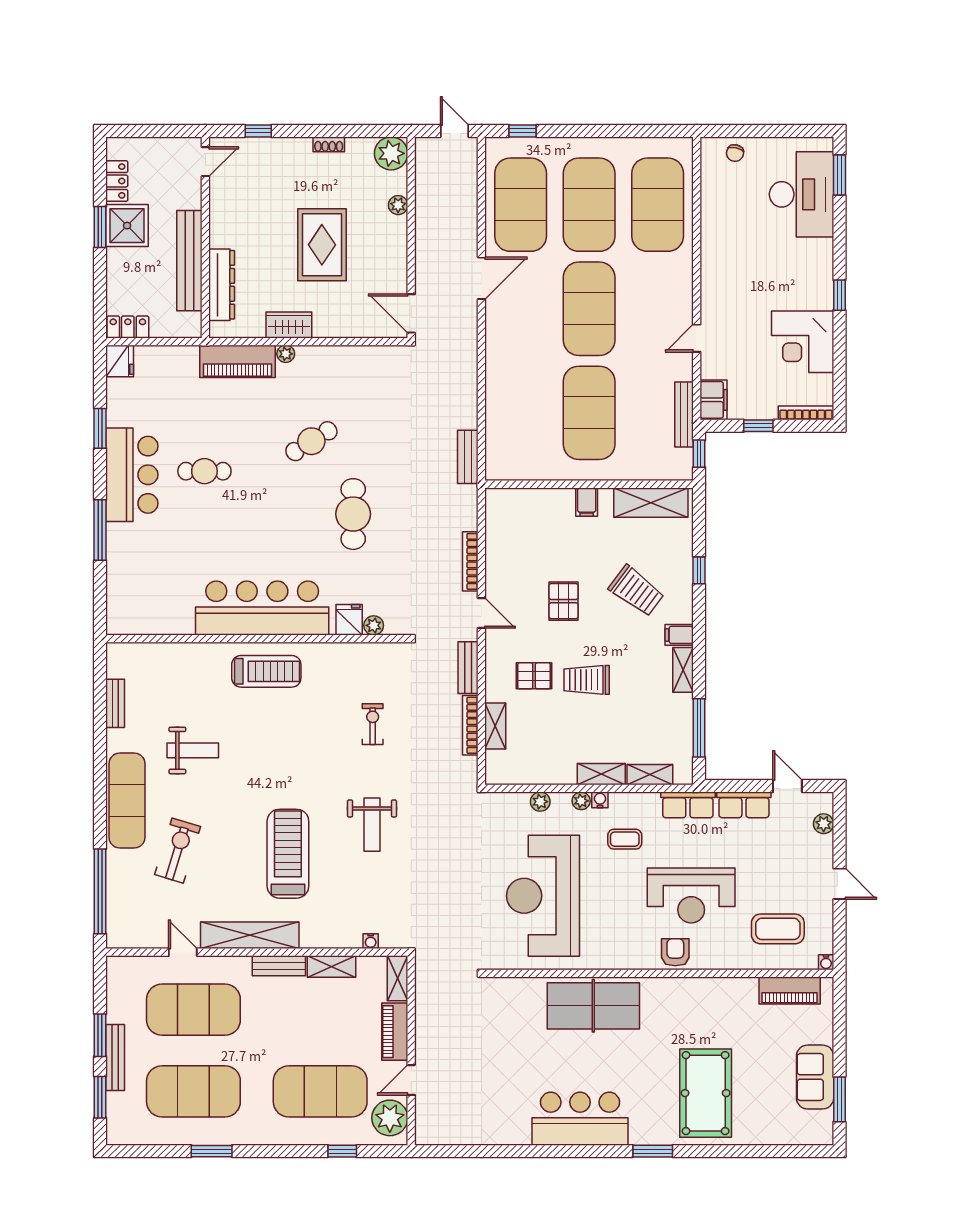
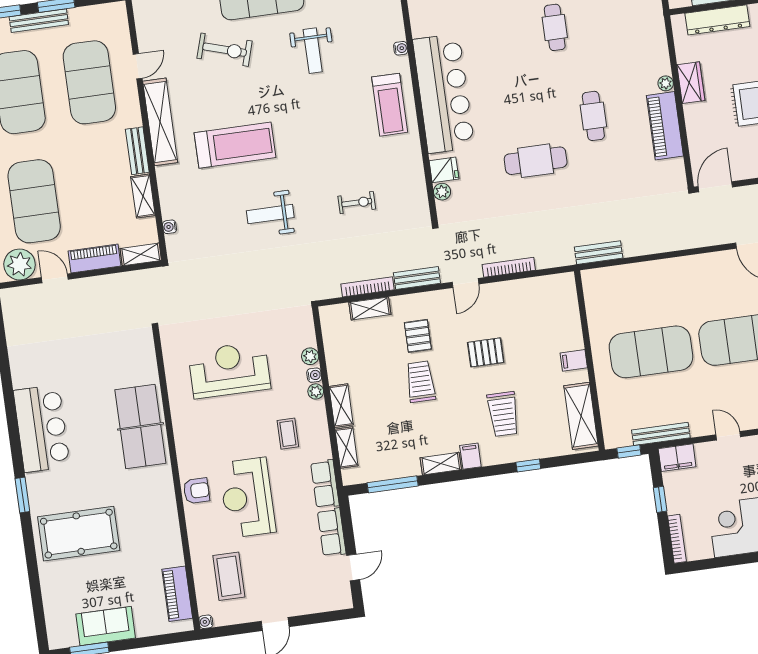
piano: (238, 361) -> (665, 126), moved
cafe table: (311, 441) -> (593, 116), turned 32
trolley: (636, 591) -> (503, 414), turned -37
water cooler: (204, 650) -> (401, 48), added
water cooler: (600, 800) -> (314, 375), moved
plant: (824, 824) -> (325, 603), removed
reception desk: (543, 896) -> (229, 370), width x0.74, depth x0.77

